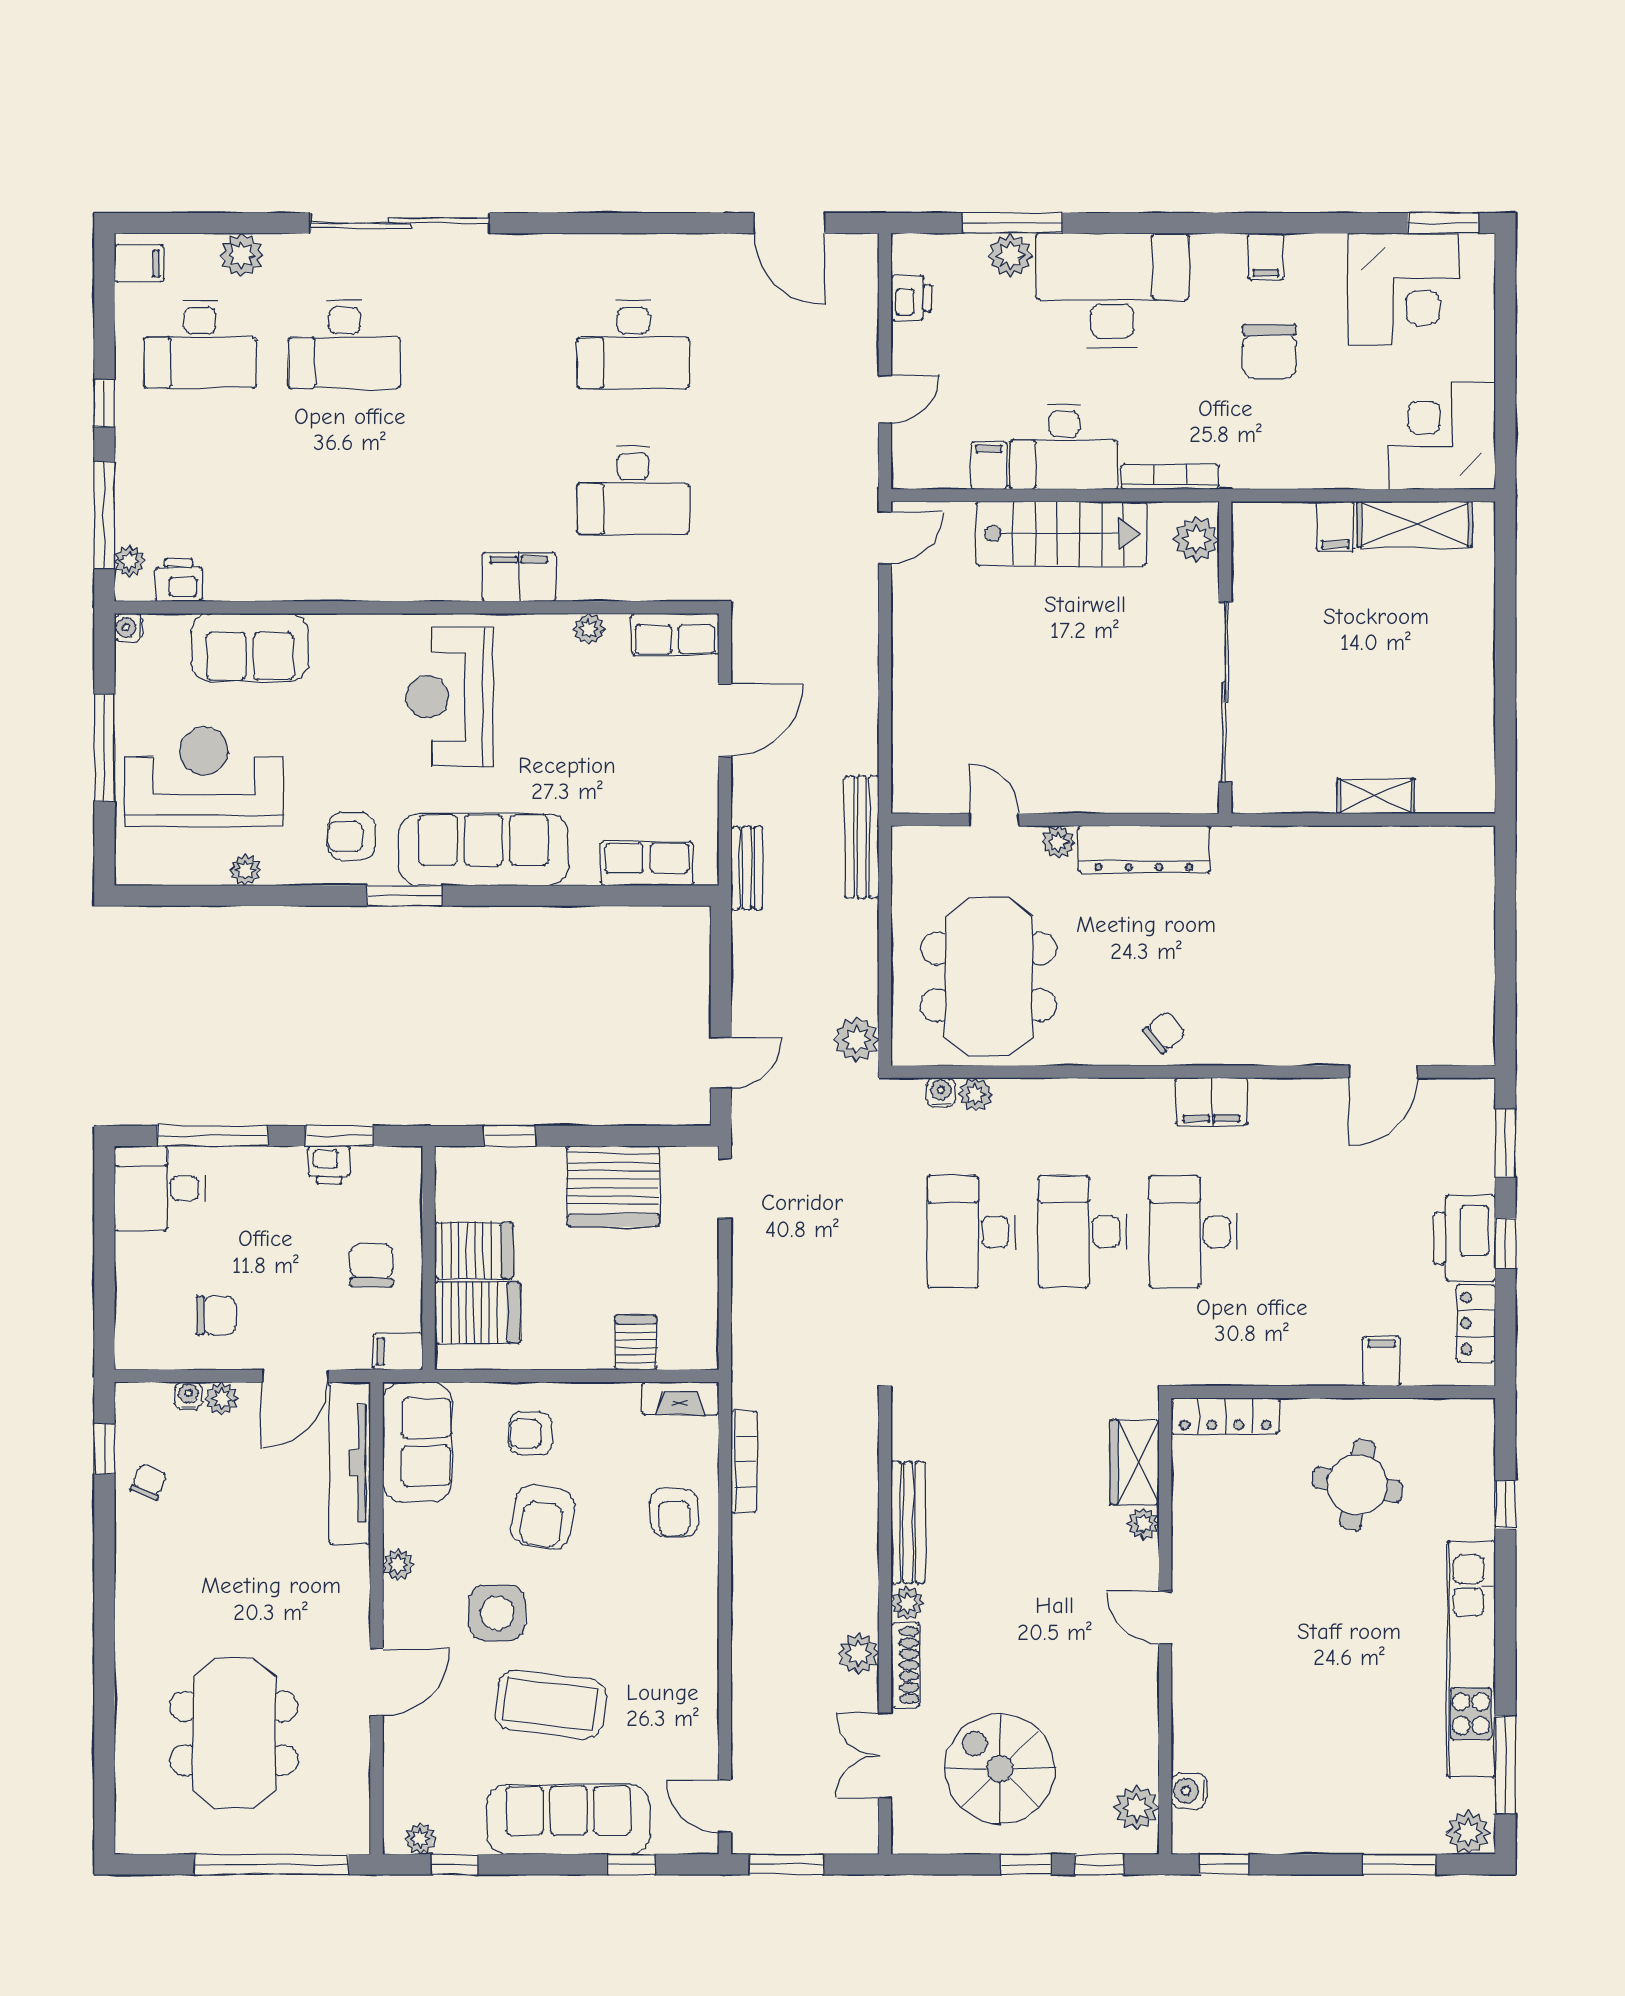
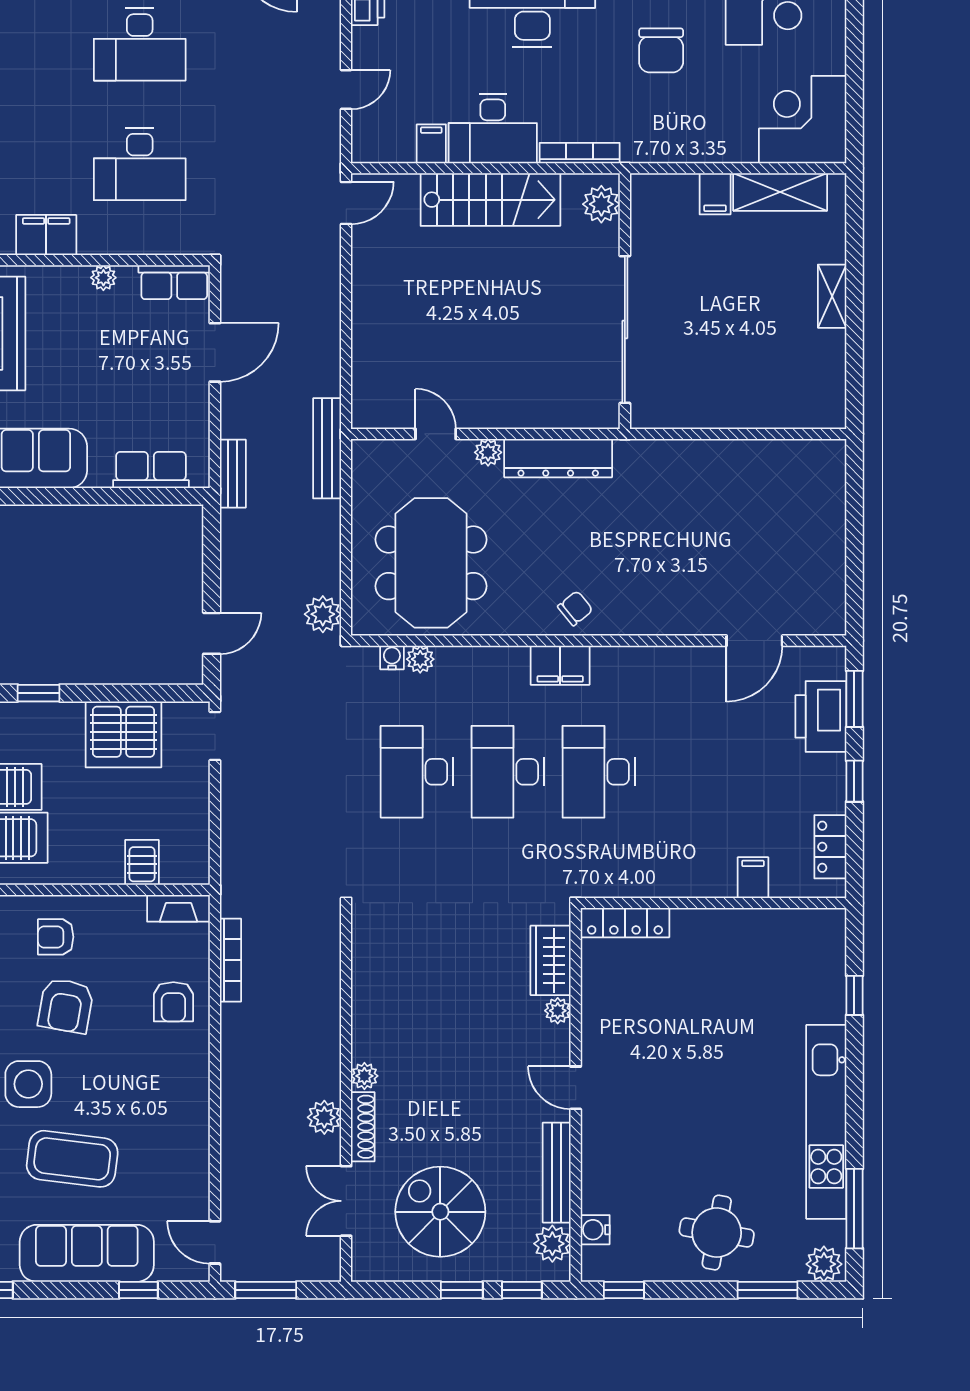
shelving: (1376, 796) -> (832, 296), moved, turned 90
filing cabinet: (1212, 1102) -> (560, 665), moved
printer: (1464, 1238) -> (821, 716), moved
round table: (1357, 1485) -> (717, 1233), moved
bench: (908, 1522) -> (557, 1173), moved

